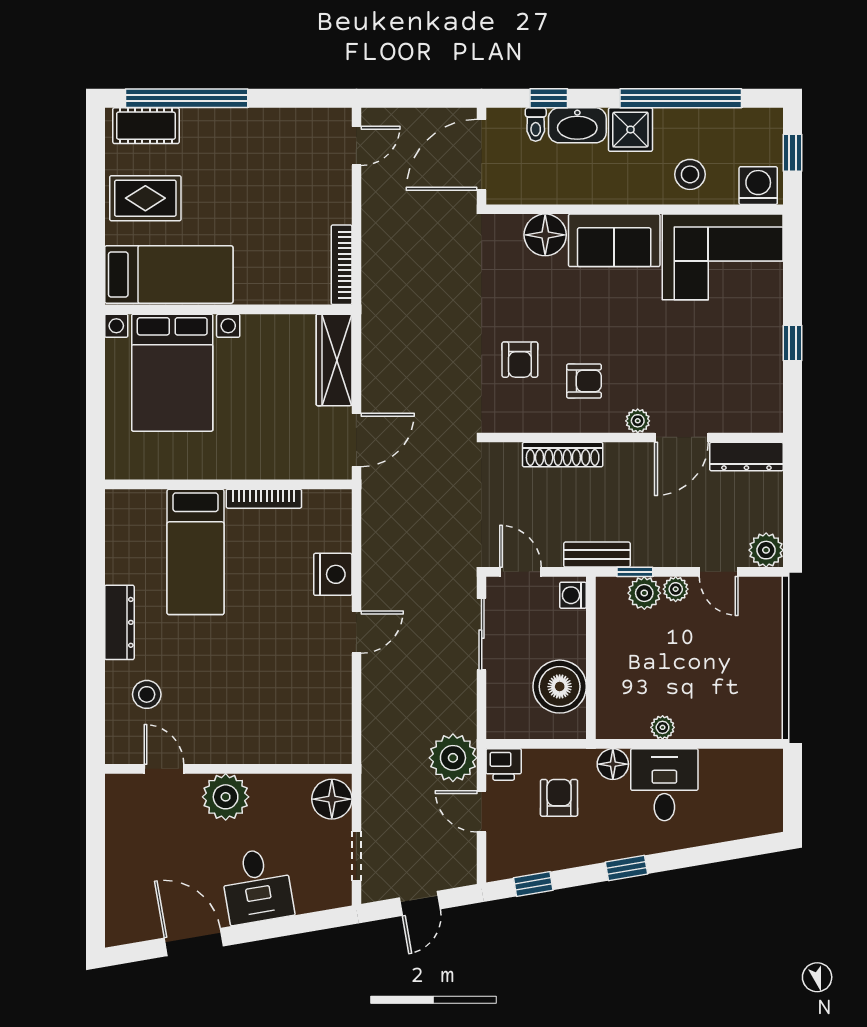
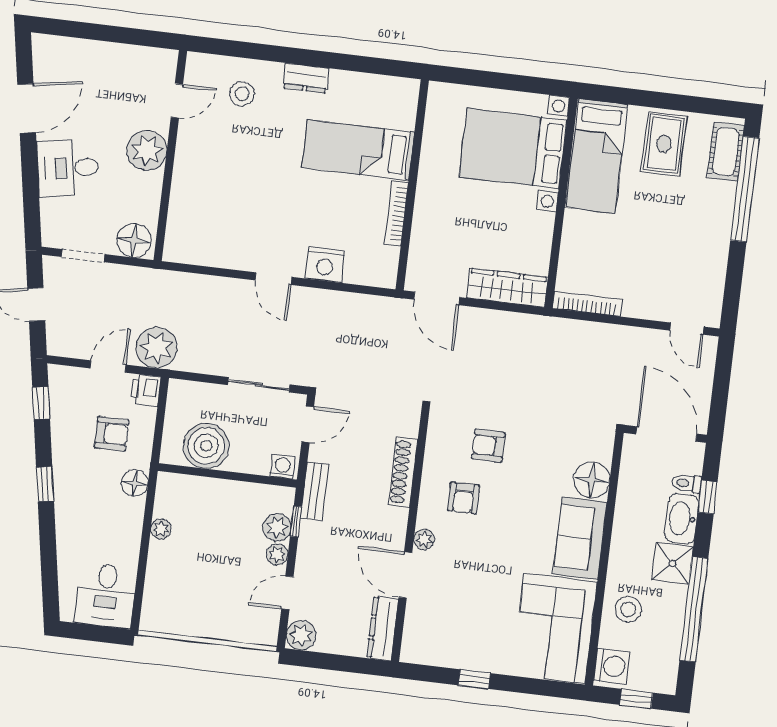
dresser: (119, 622) -> (306, 78), width x0.70
desk: (664, 785) -> (106, 595), moved, turned 90

